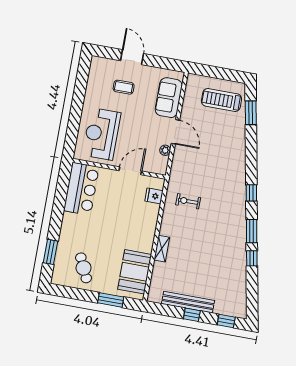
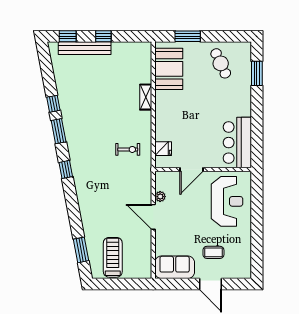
sofa: (169, 98) -> (175, 267), moved, turned -90
treadmill: (221, 100) -> (113, 257), turned -90
bench: (188, 302) -> (85, 48), moved

